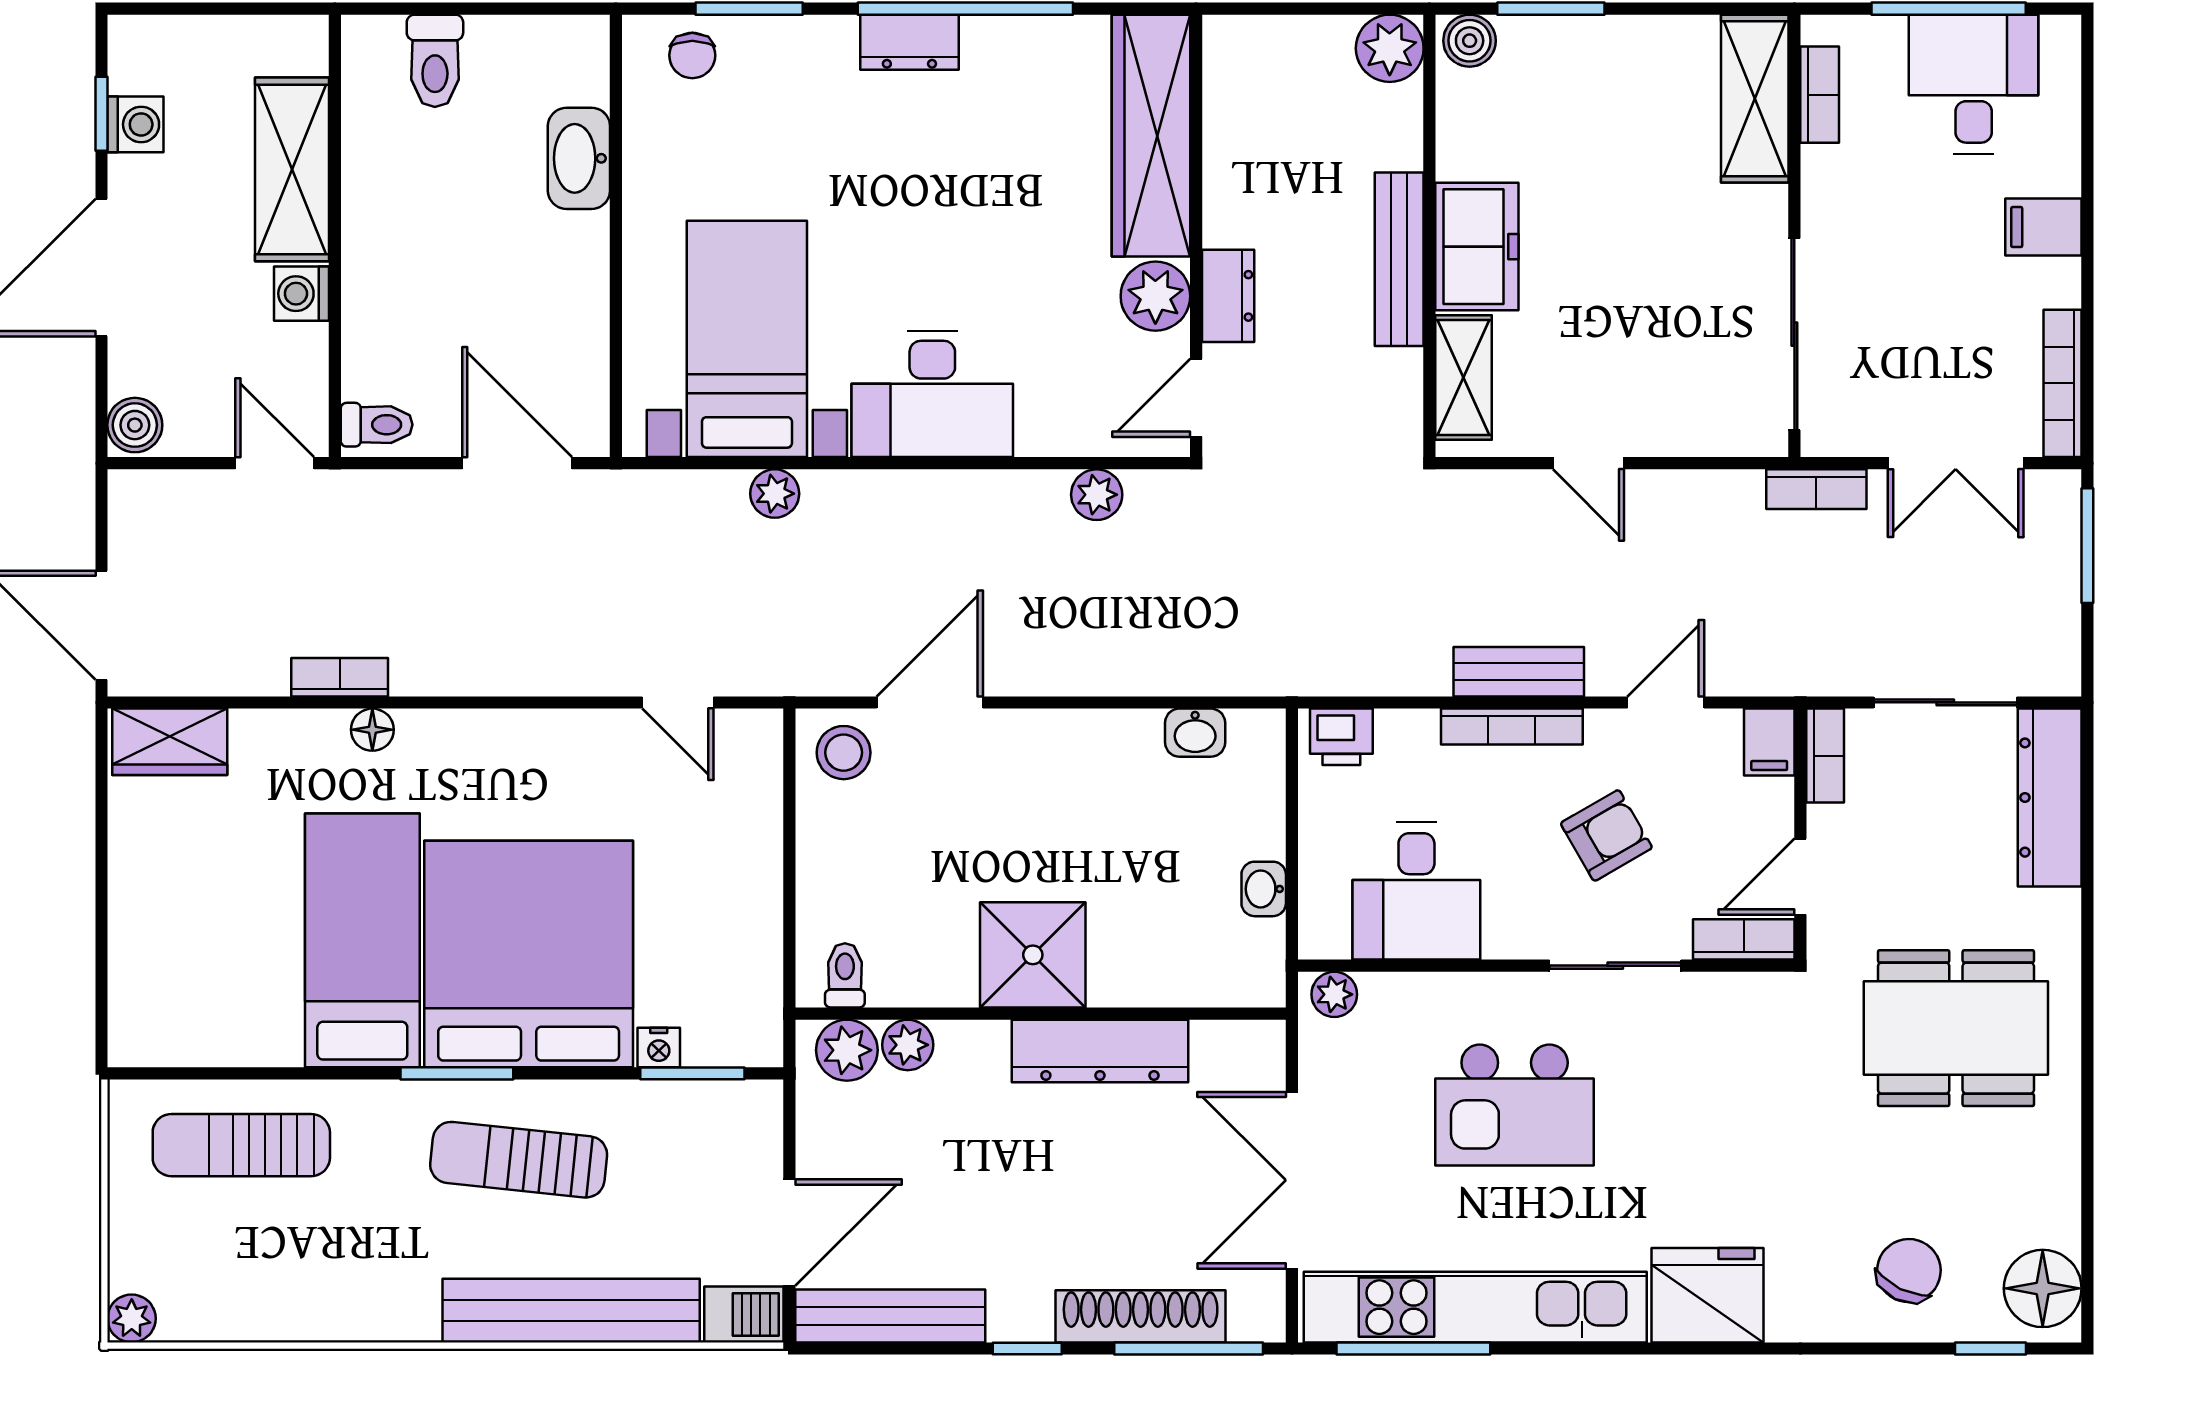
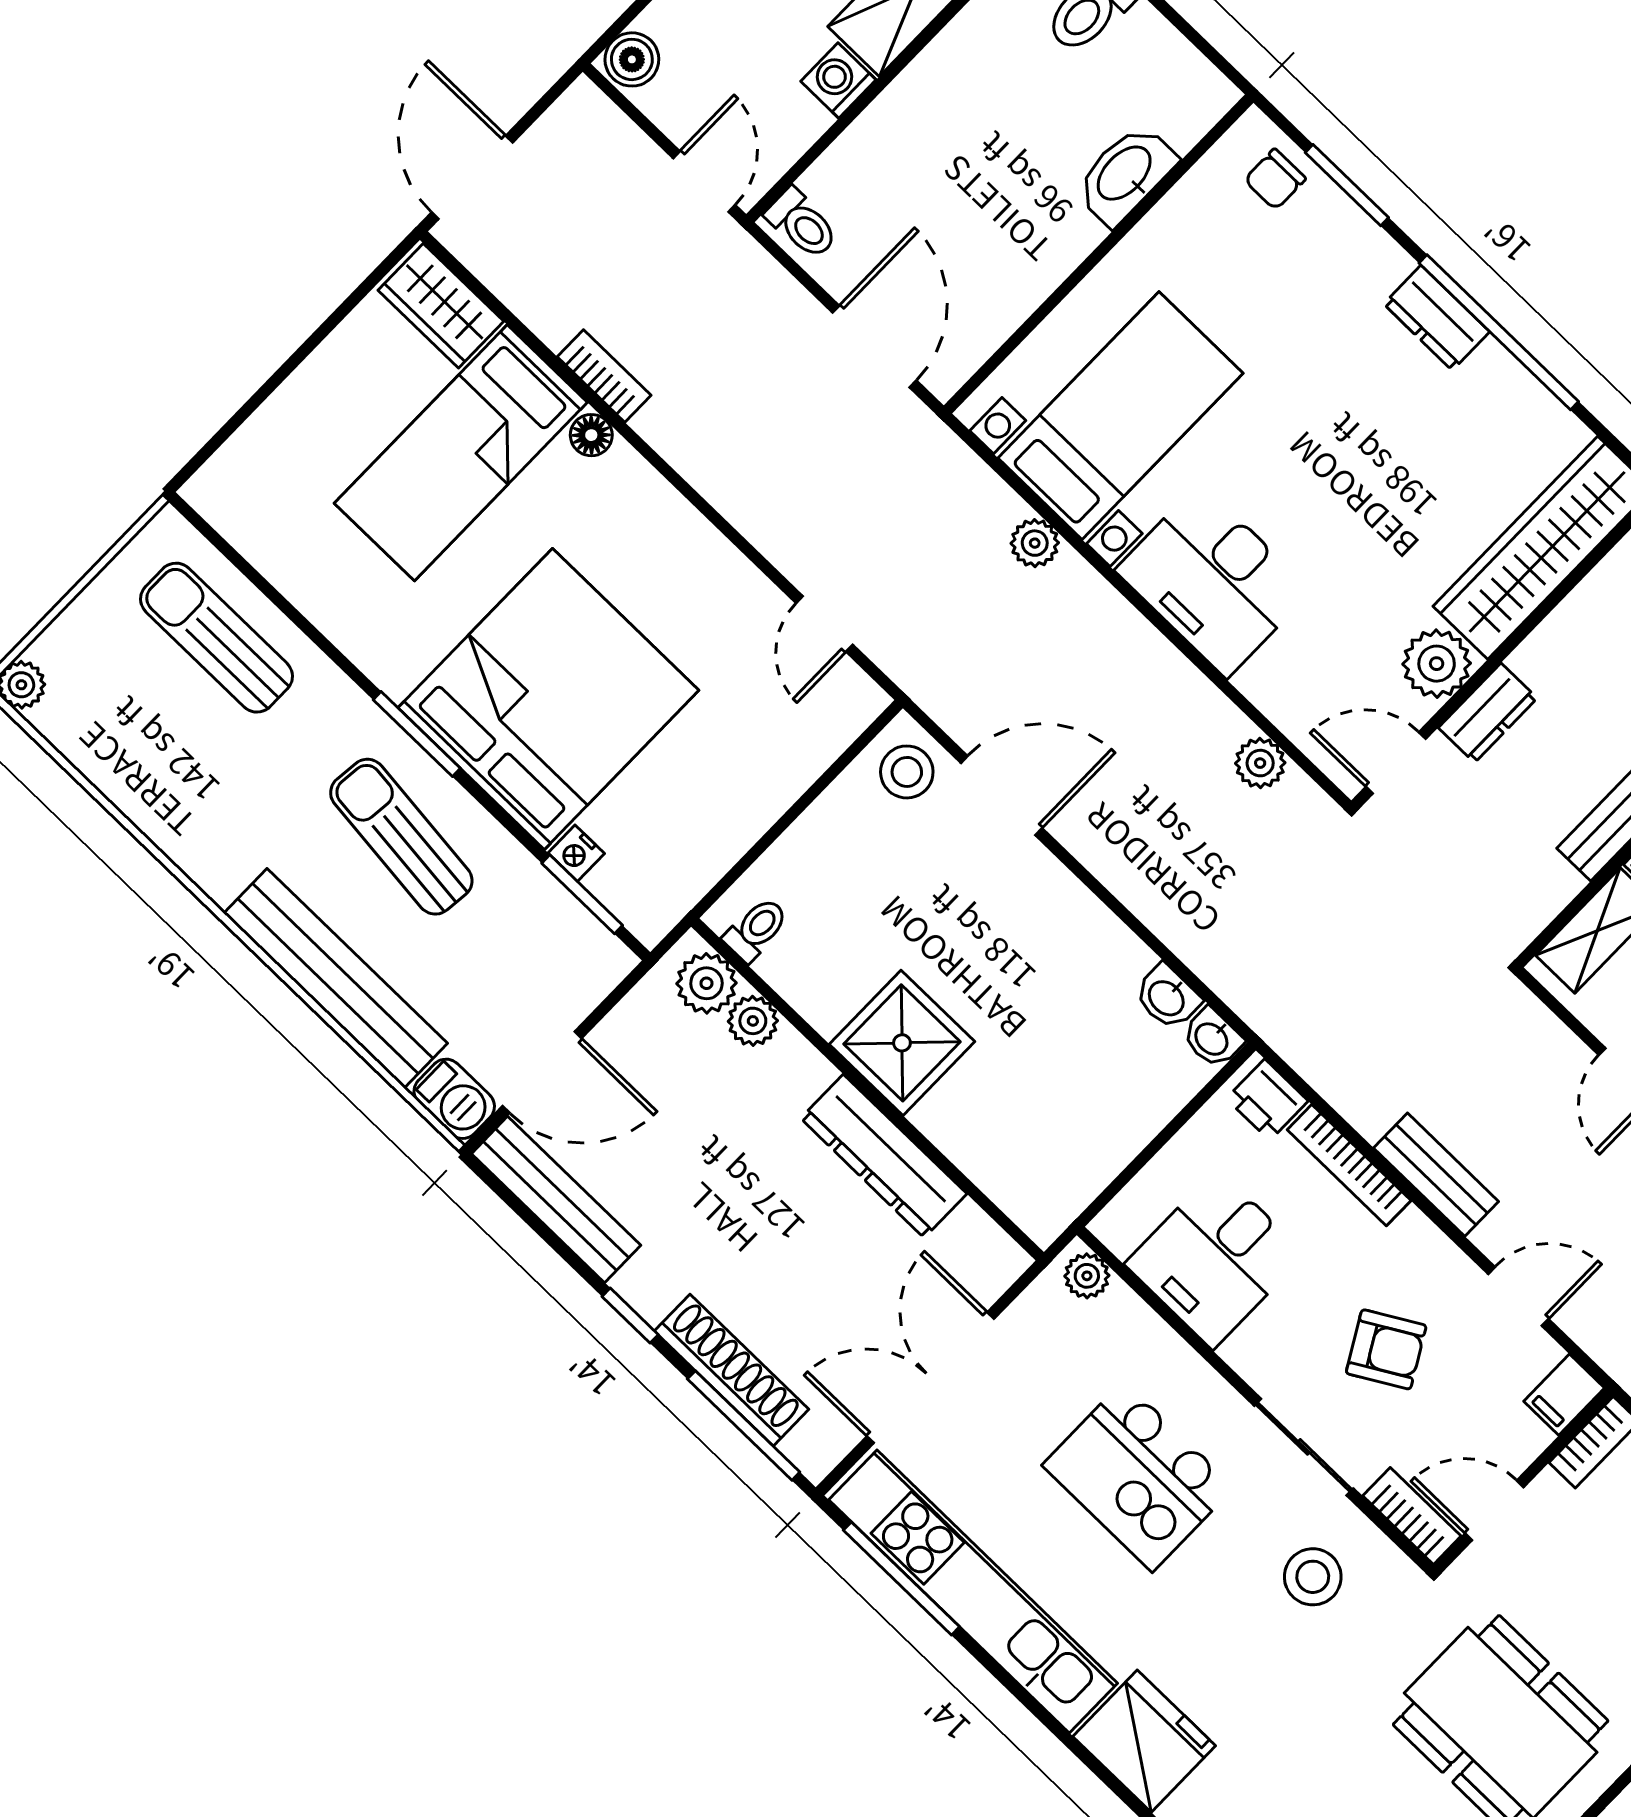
bookcase: (1512, 727) -> (1349, 1165), moved
washbasin: (1264, 889) -> (1212, 1038), moved, turned -90
bed: (362, 940) -> (461, 453), moved, turned 180
stool: (1714, 1055) -> (1313, 1577), added

